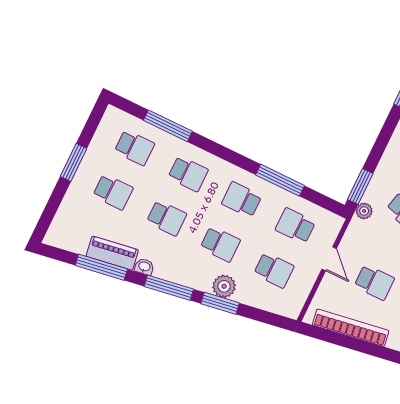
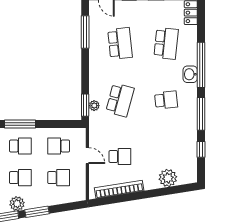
window: (280, 180) -> (20, 124), moved
school desk: (242, 200) -> (20, 146), turned 180
plant: (364, 211) -> (94, 106), moved
plant: (224, 286) -> (17, 204), moved

